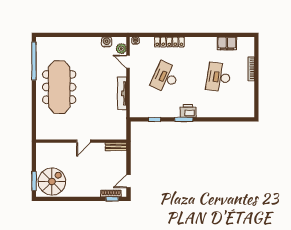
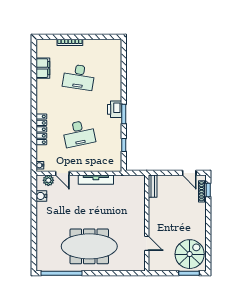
door: (128, 62) -> (62, 173), hinge flipped
desk: (165, 77) -> (79, 134), turned -36
door: (84, 141) -> (147, 243), moved
spiral stairs: (52, 182) -> (190, 254), turned 90

